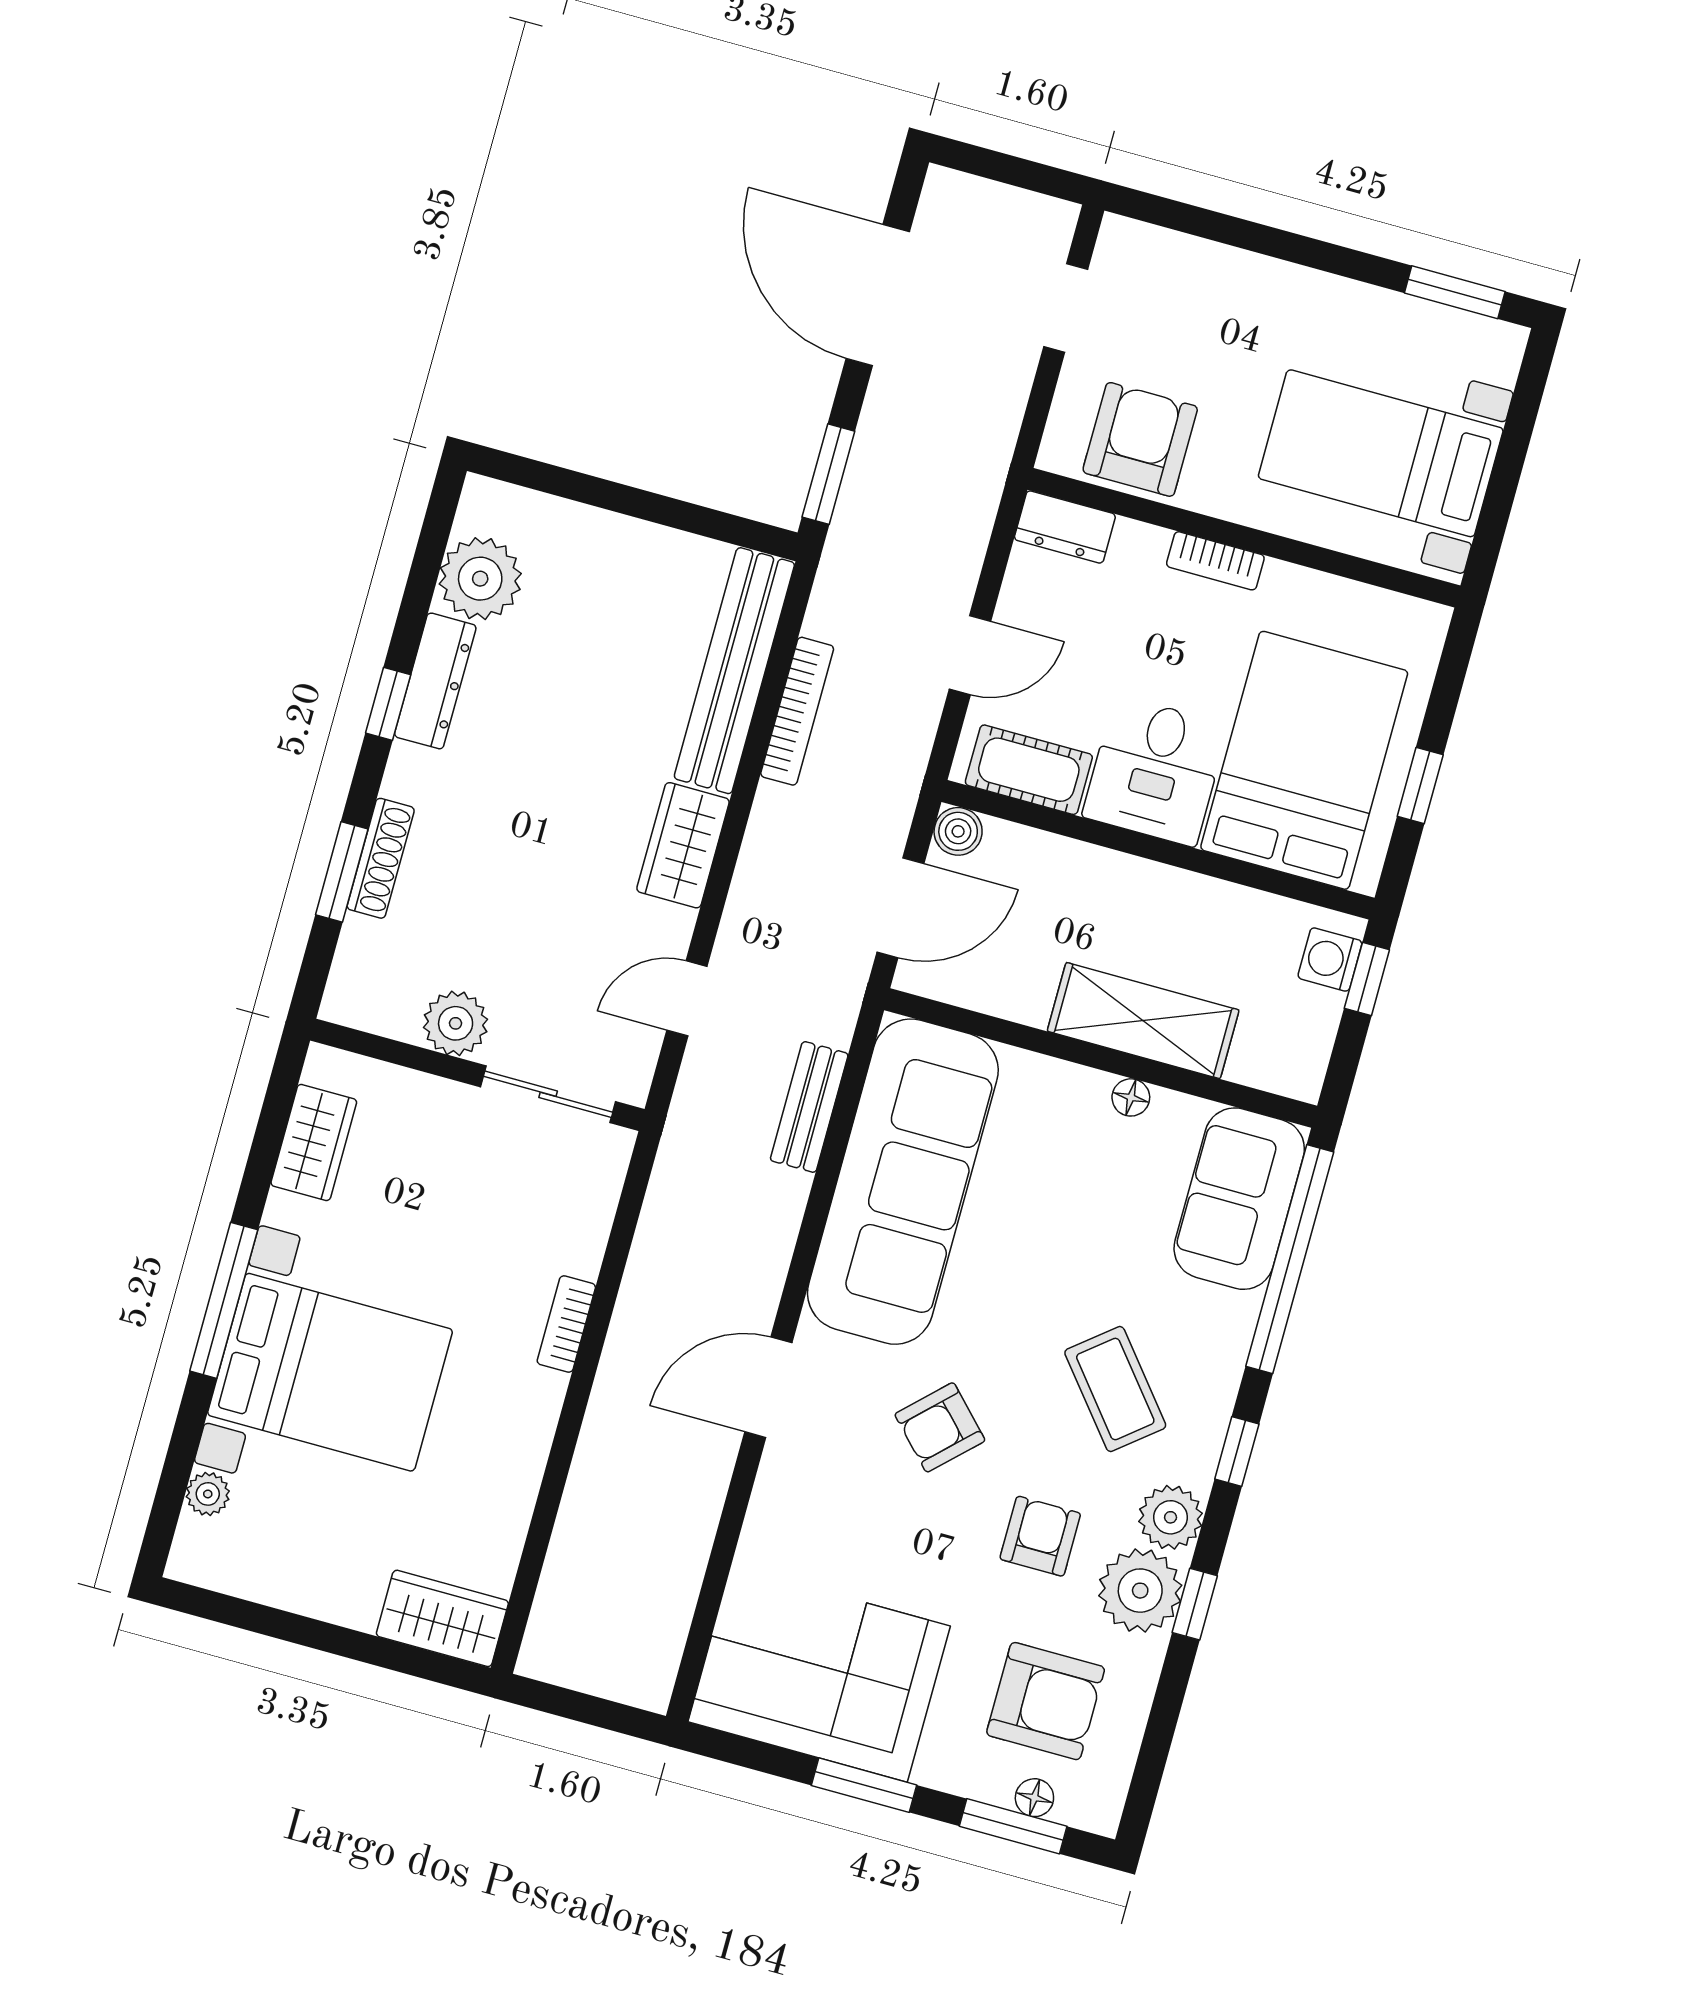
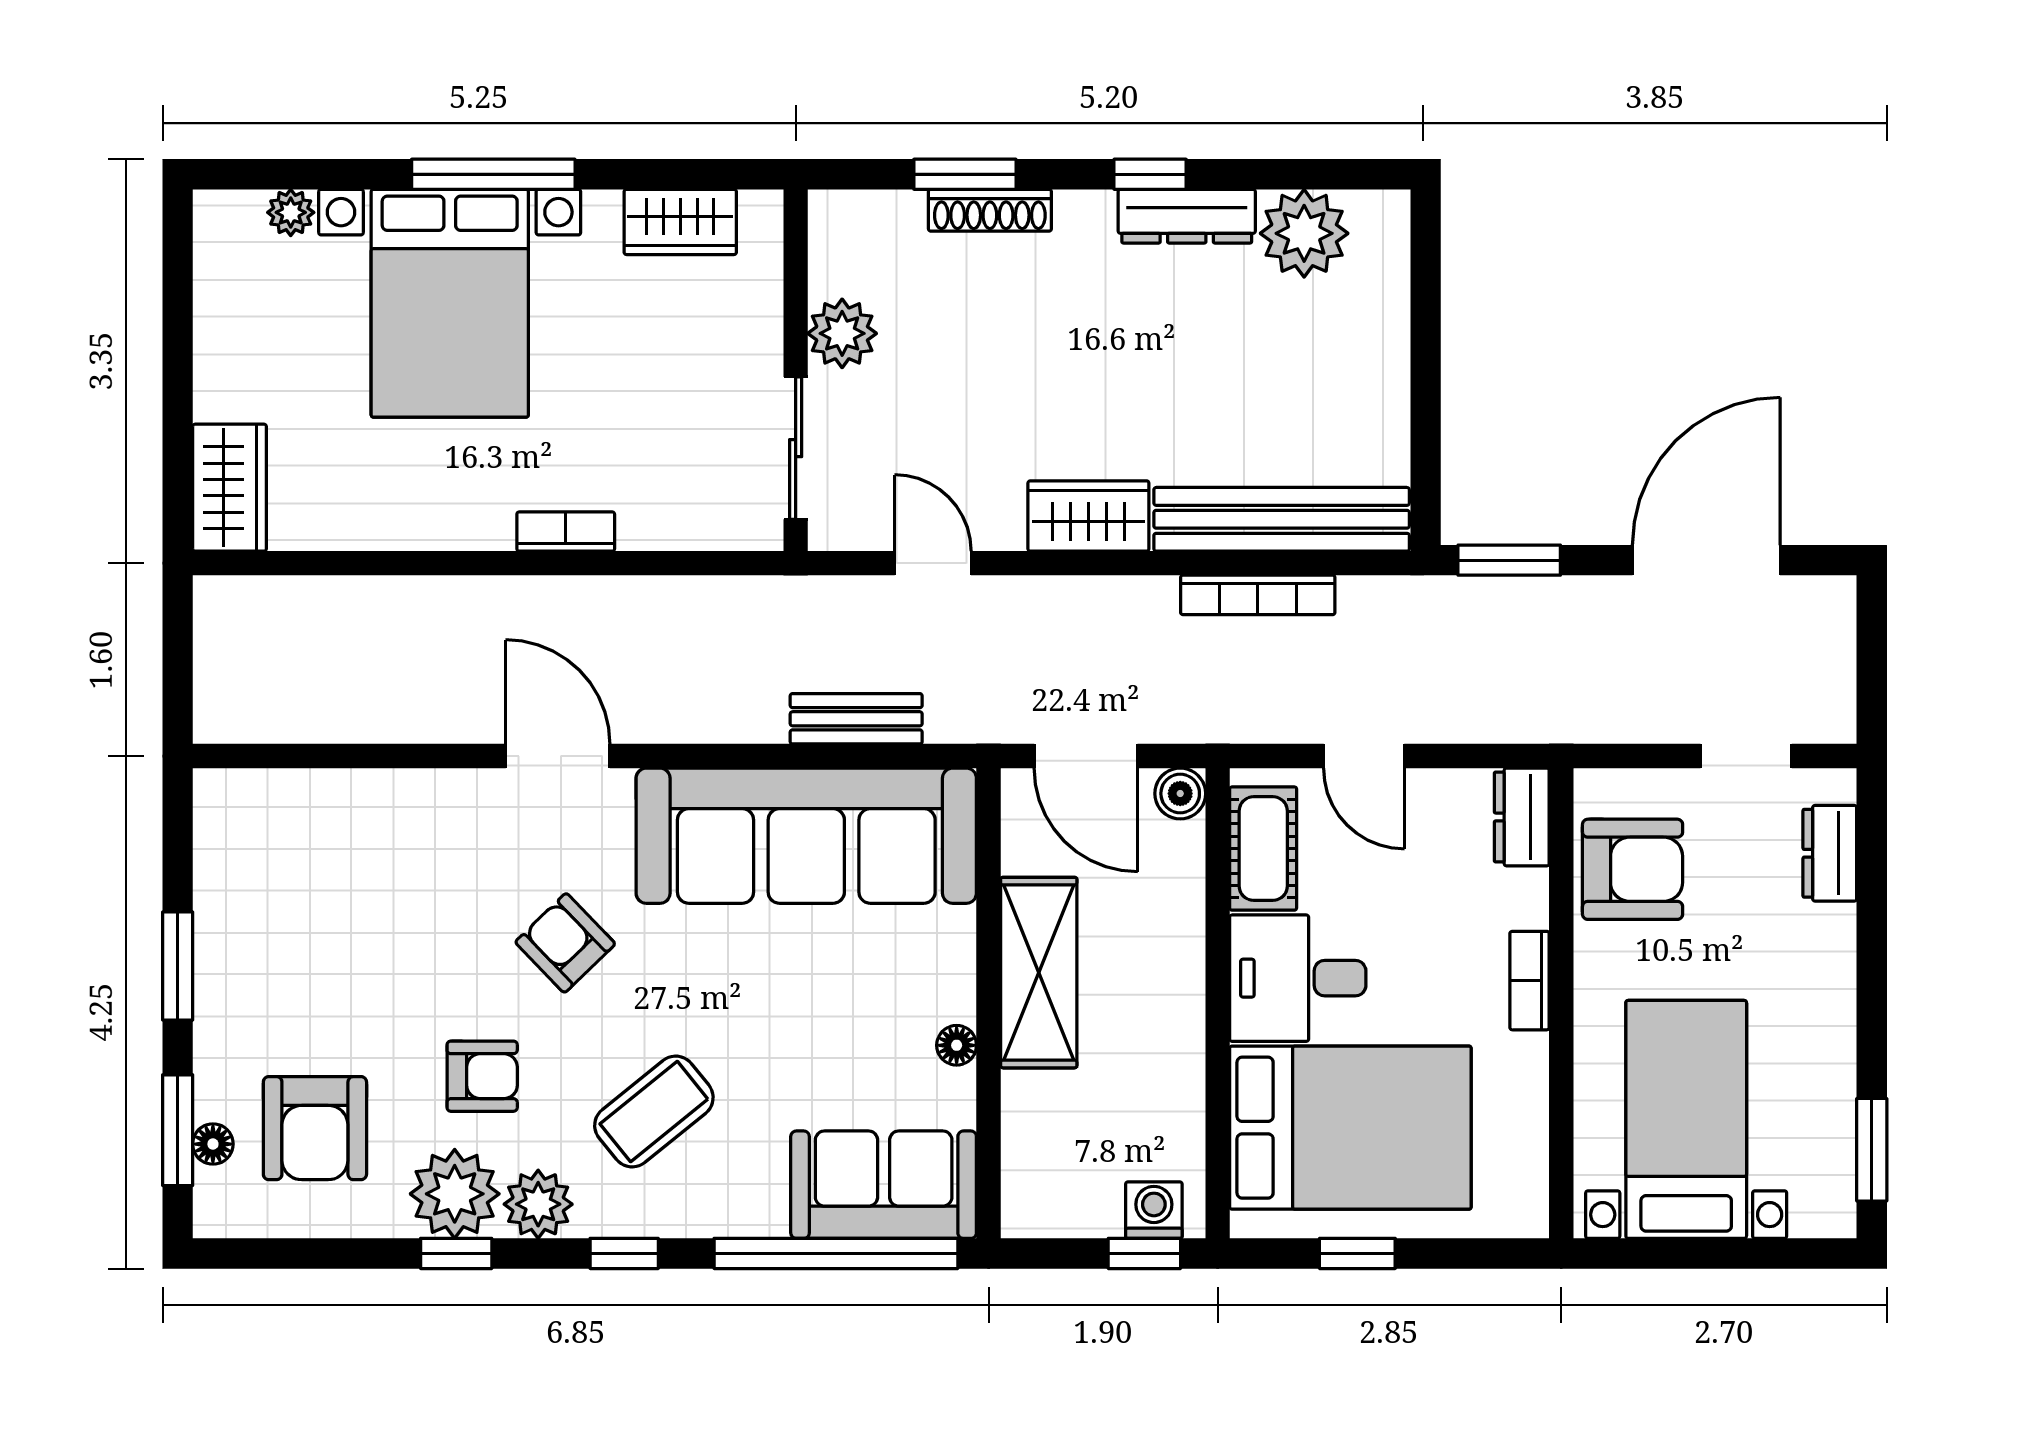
dresser: (1175, 256) -> (1830, 853), added
shelving: (1143, 1021) -> (1039, 973), moved
corner sofa: (819, 1674) -> (279, 889), removed

